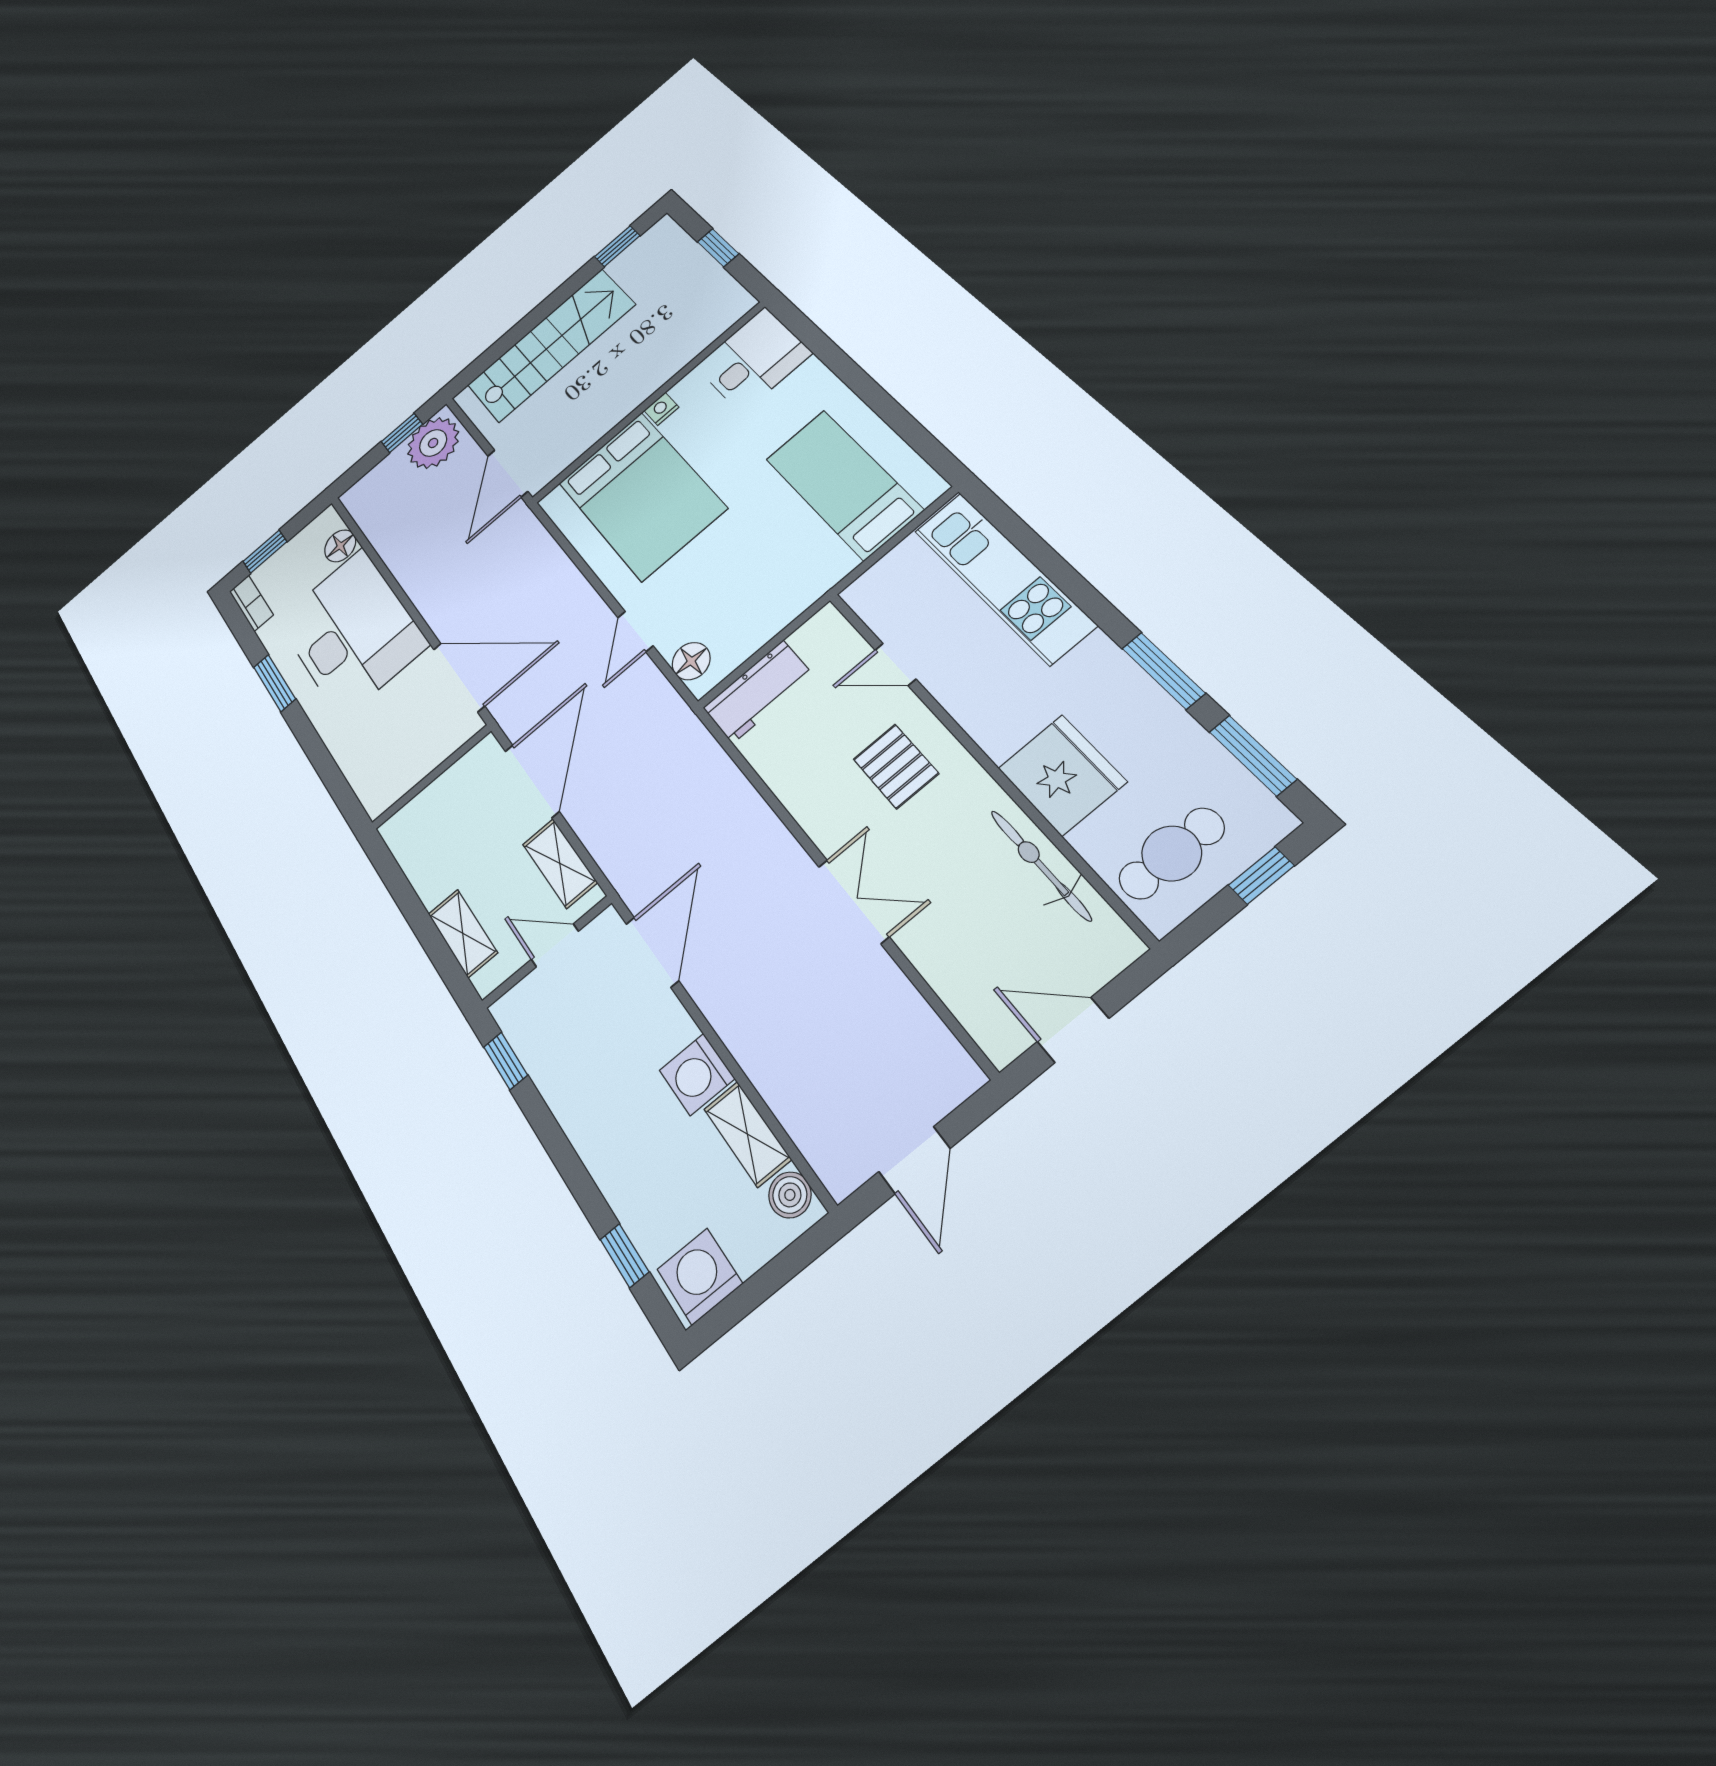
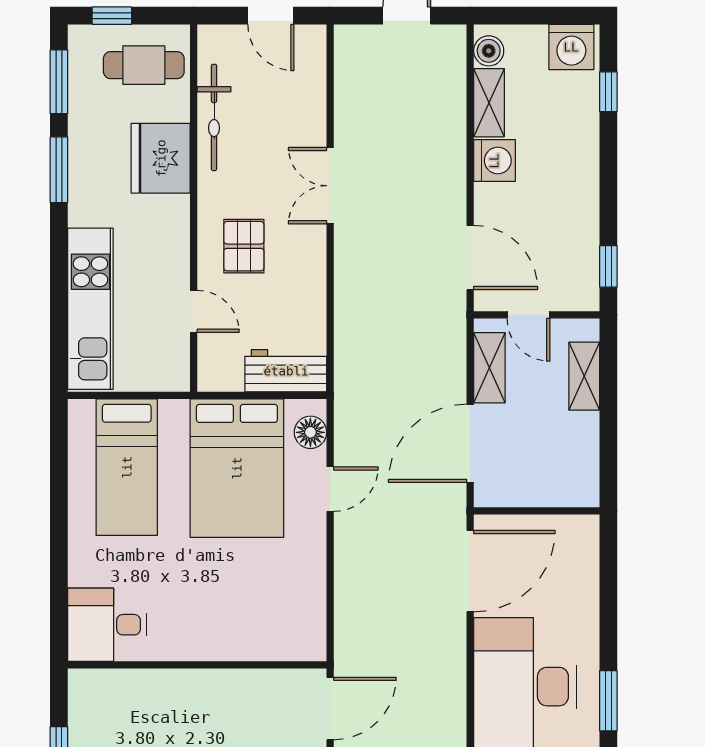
nightstand: (661, 409) -> (192, 650), removed
bed: (641, 495) -> (237, 468), moved, turned 180
door: (459, 677) -> (470, 571), swing flipped
door: (652, 952) -> (470, 257), swing flipped

